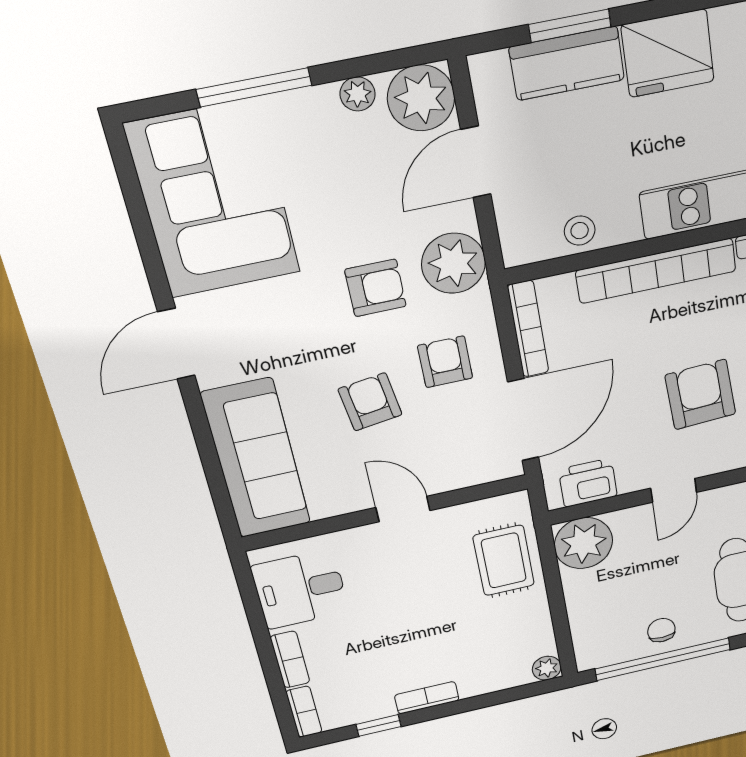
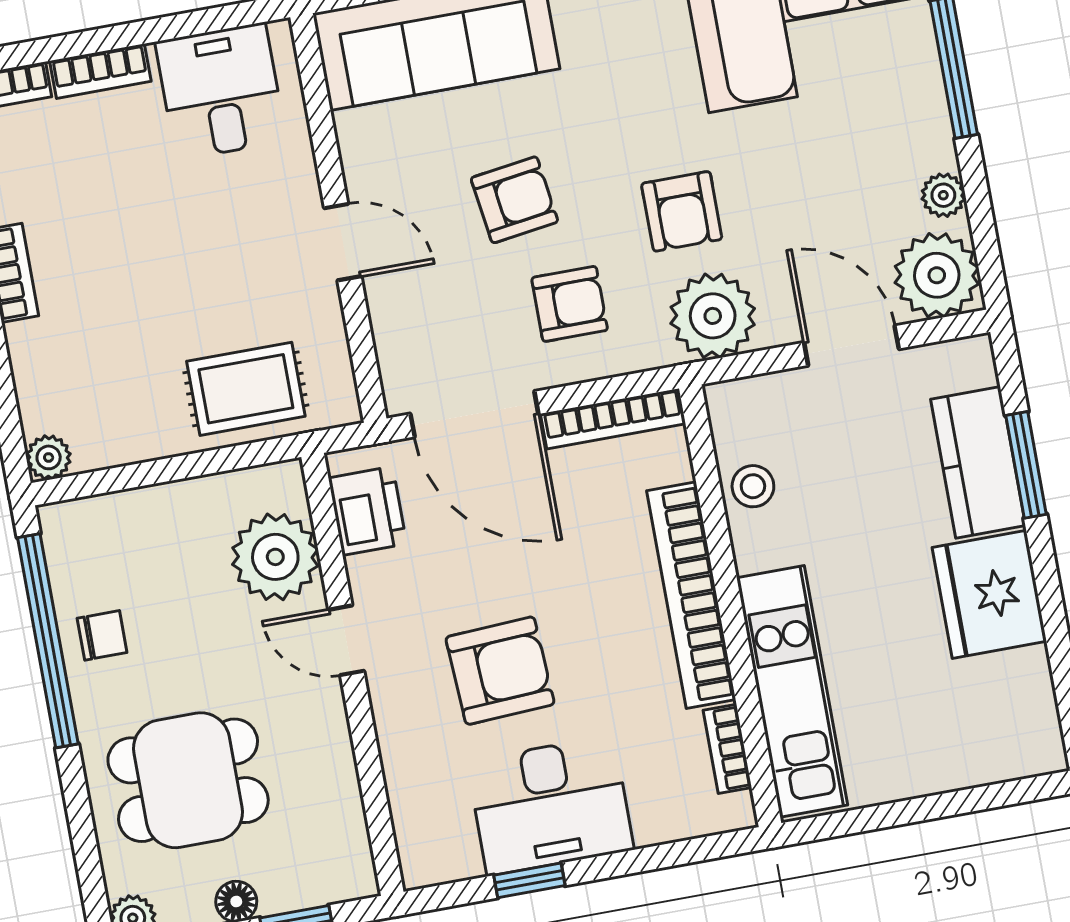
door: (403, 509) -> (343, 242), hinge flipped
plant: (583, 543) -> (275, 557), moved

